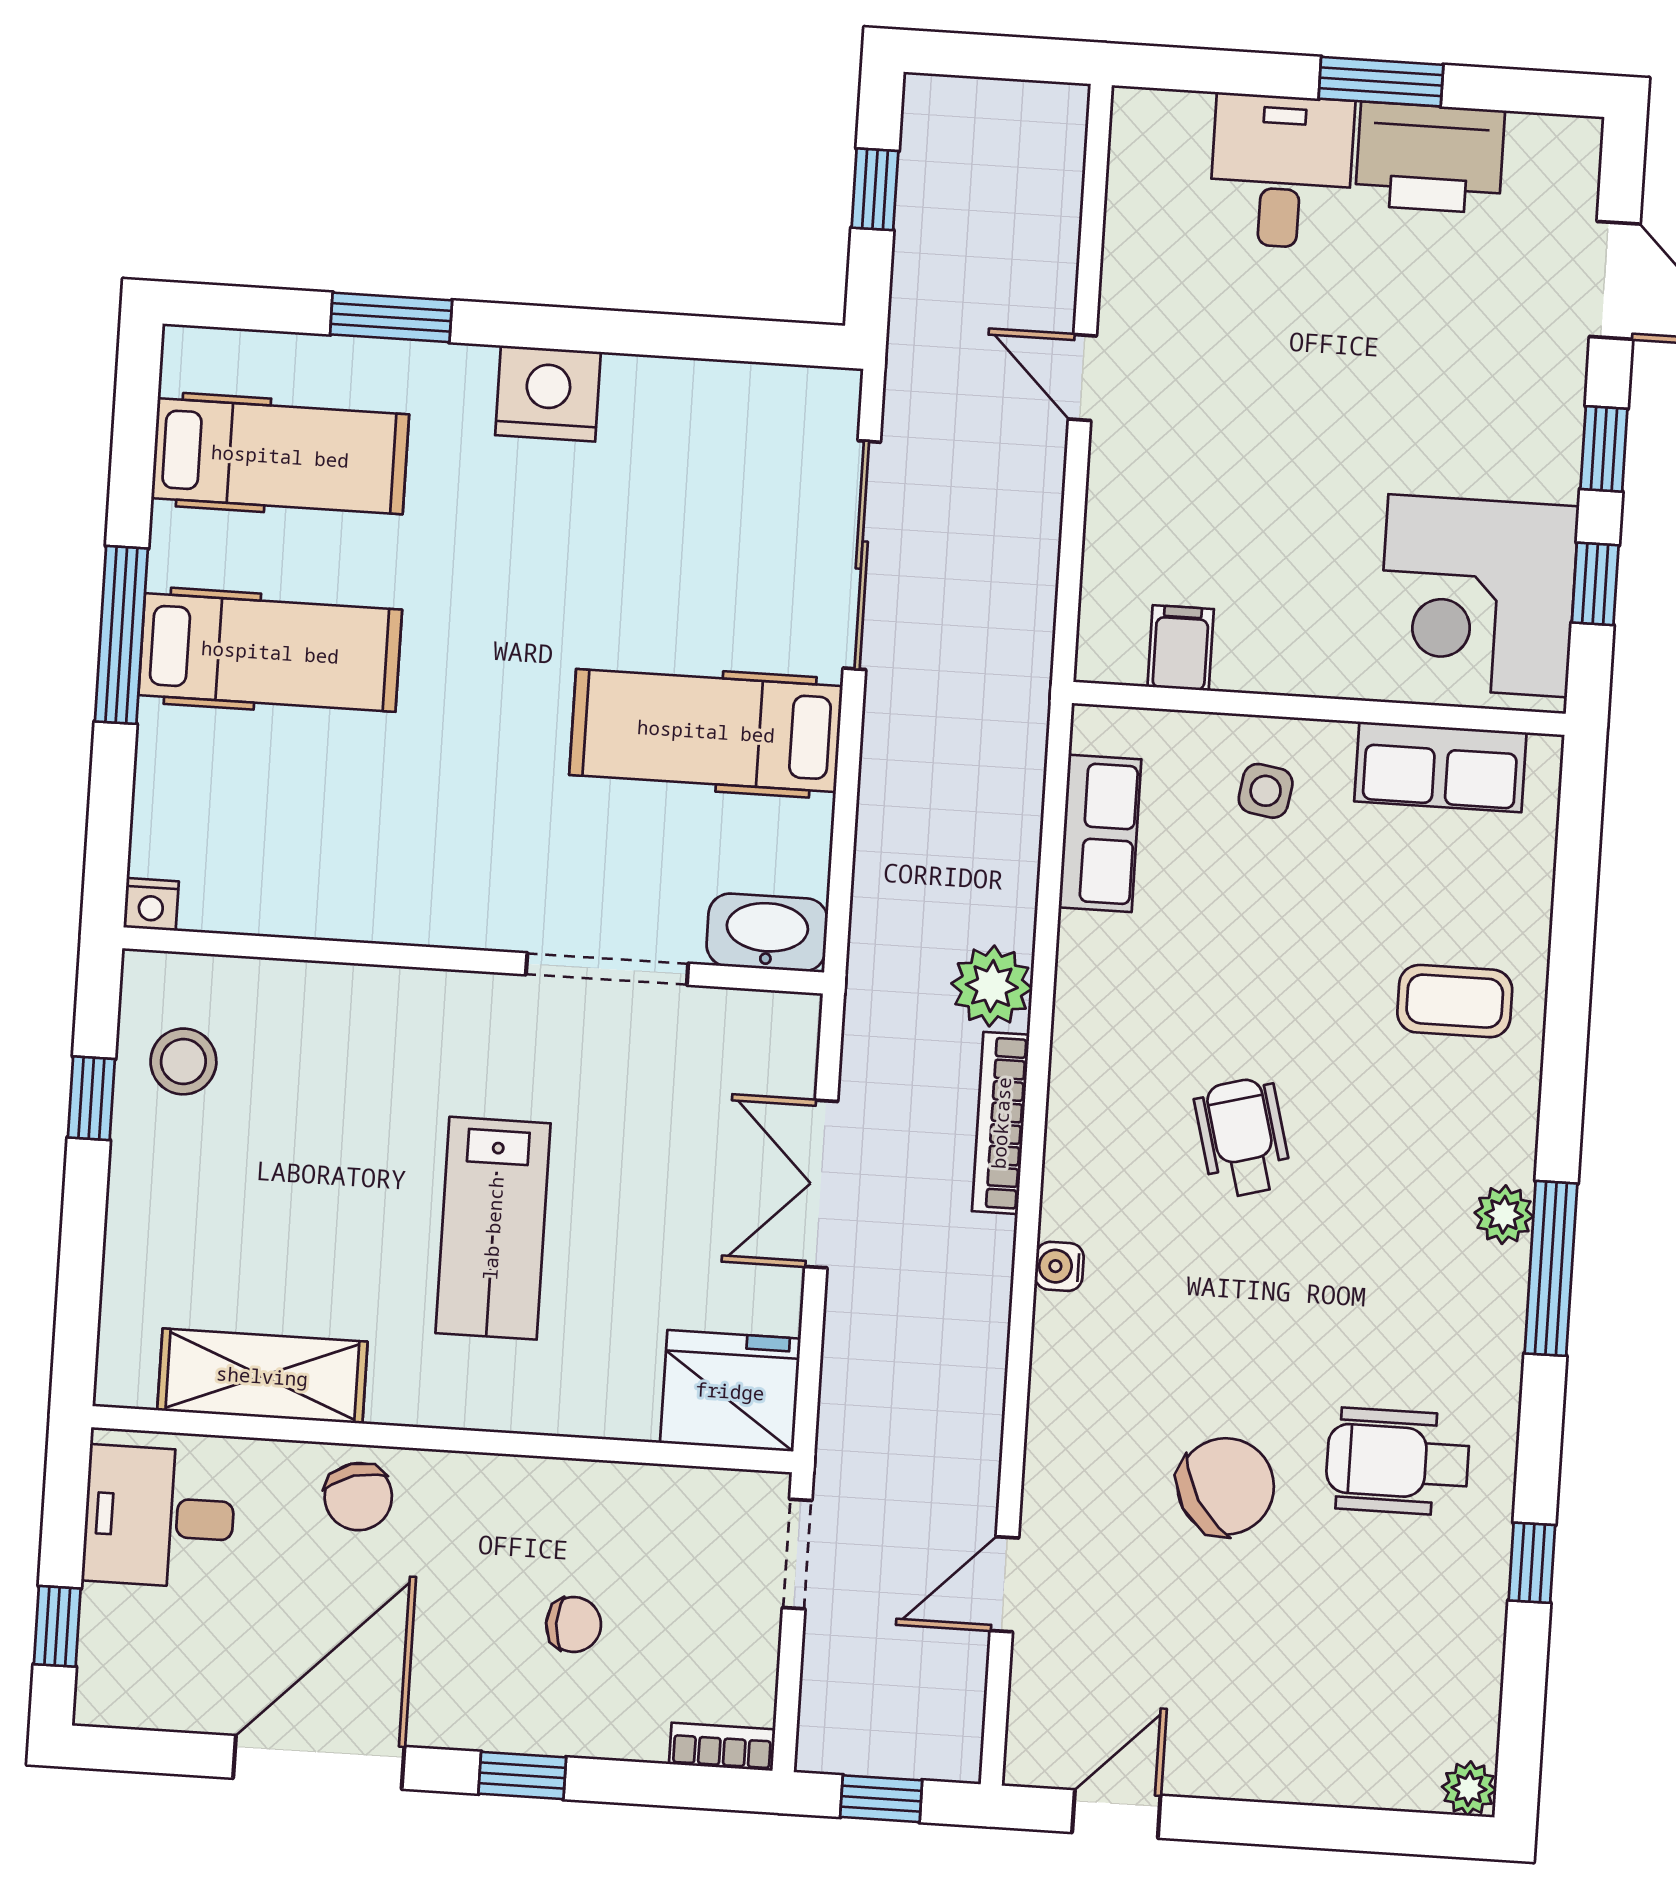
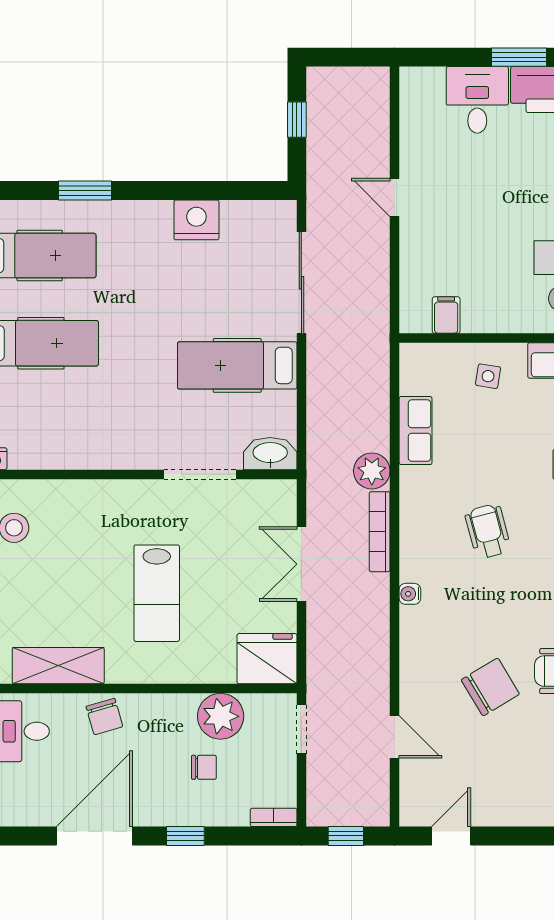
nightstand: (548, 394) -> (196, 220), moved
row of seats: (1100, 833) -> (416, 431), moved
plant: (618, 1513) -> (221, 716), added
door: (1004, 1584) -> (395, 737), swing flipped

